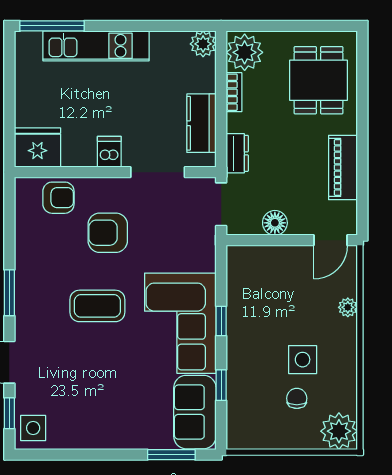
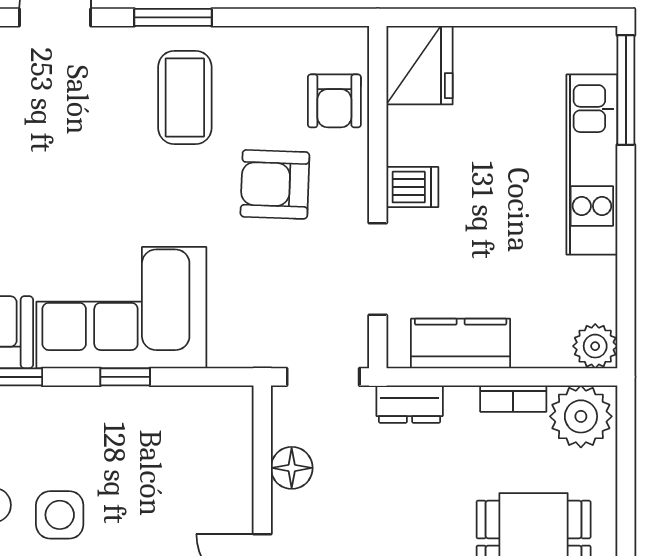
armchair: (108, 233) -> (275, 184), turned -88
coffee table: (97, 306) -> (185, 97), moved

